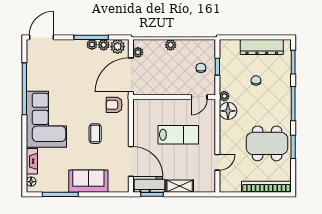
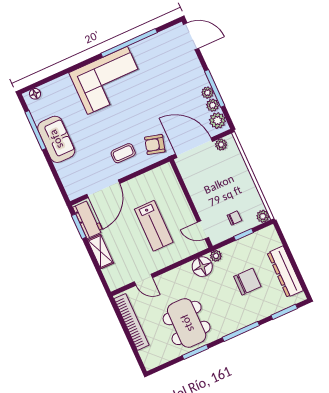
plant: (171, 45) -> (263, 216), moved
chair: (256, 80) -> (247, 282), width x1.87, depth x1.87
armchair: (114, 105) -> (155, 145), turned -75
coffee table: (95, 134) -> (123, 153), moved
fireplace: (32, 161) -> (57, 85), removed
sofa: (88, 181) -> (56, 139), moved
bookcase: (266, 187) -> (132, 322), moved

